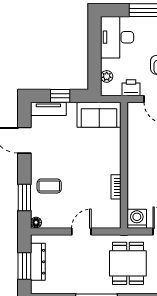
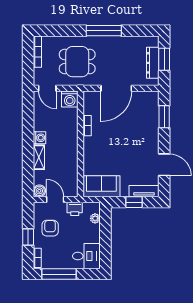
desk: (117, 37) -> (86, 256), width x0.73
coffee table: (49, 186) -> (143, 126), removed
floor lamp: (36, 222) -> (154, 96), removed
door: (81, 231) -> (116, 88), width x1.87
dining table: (128, 263) -> (77, 62), turned 90

